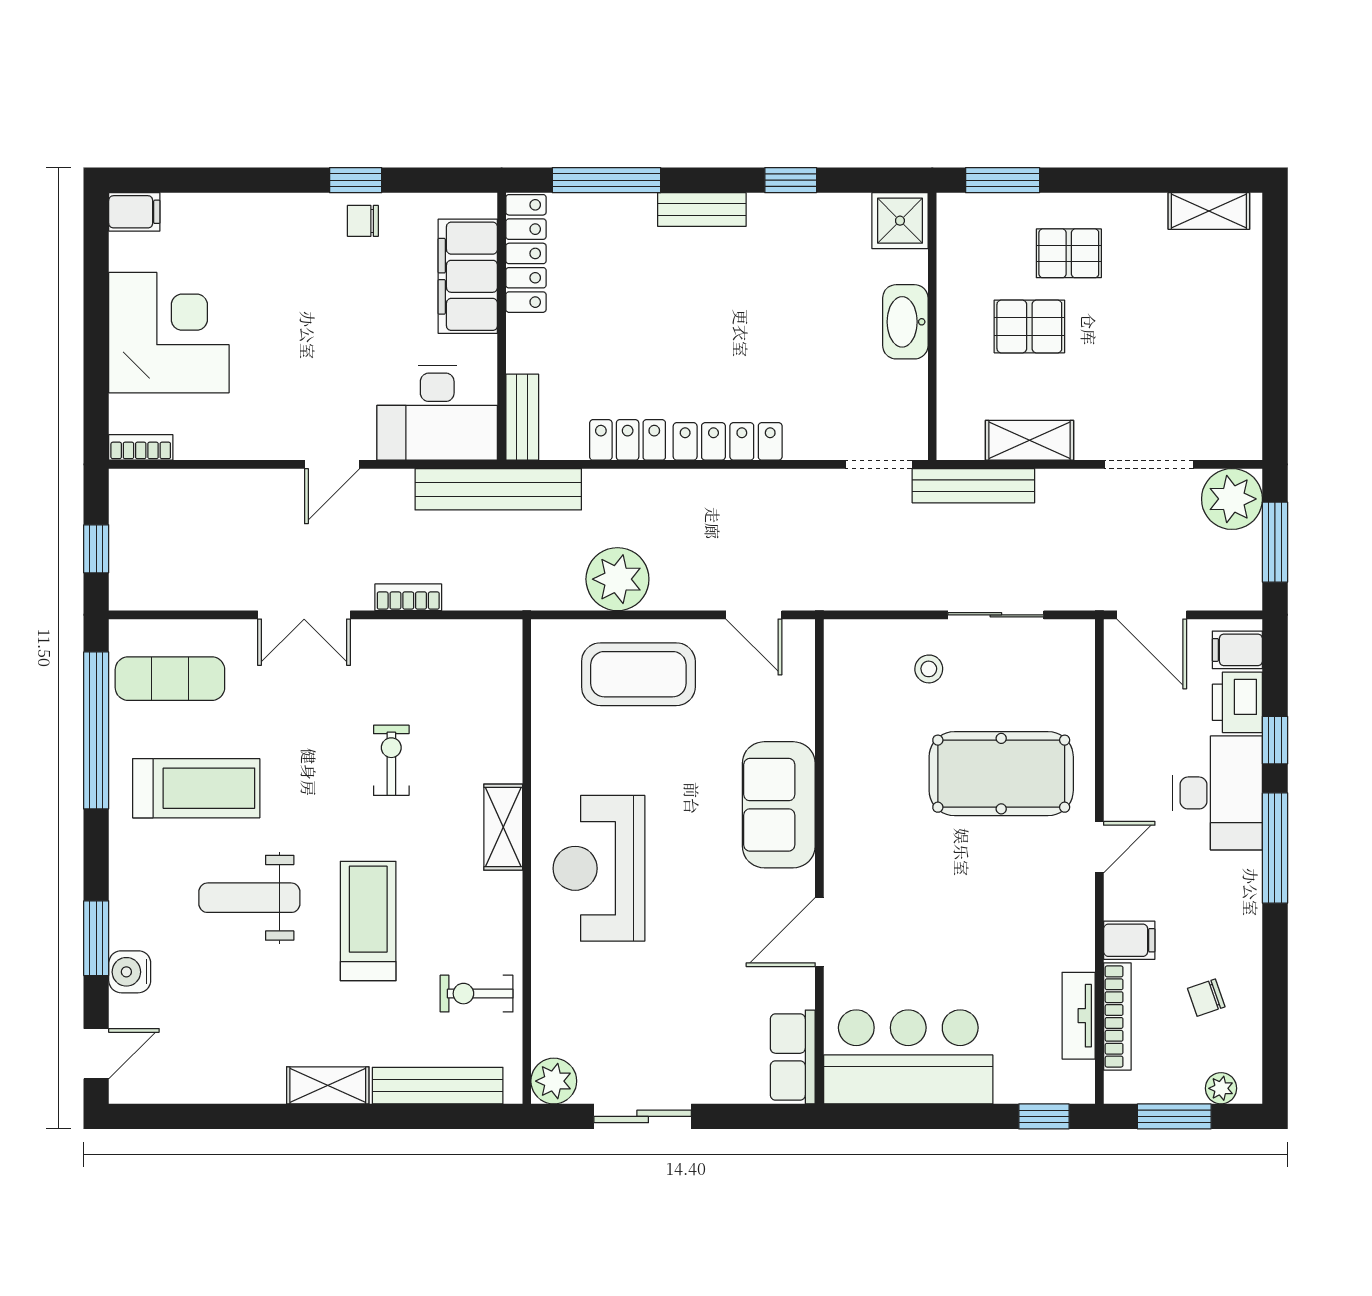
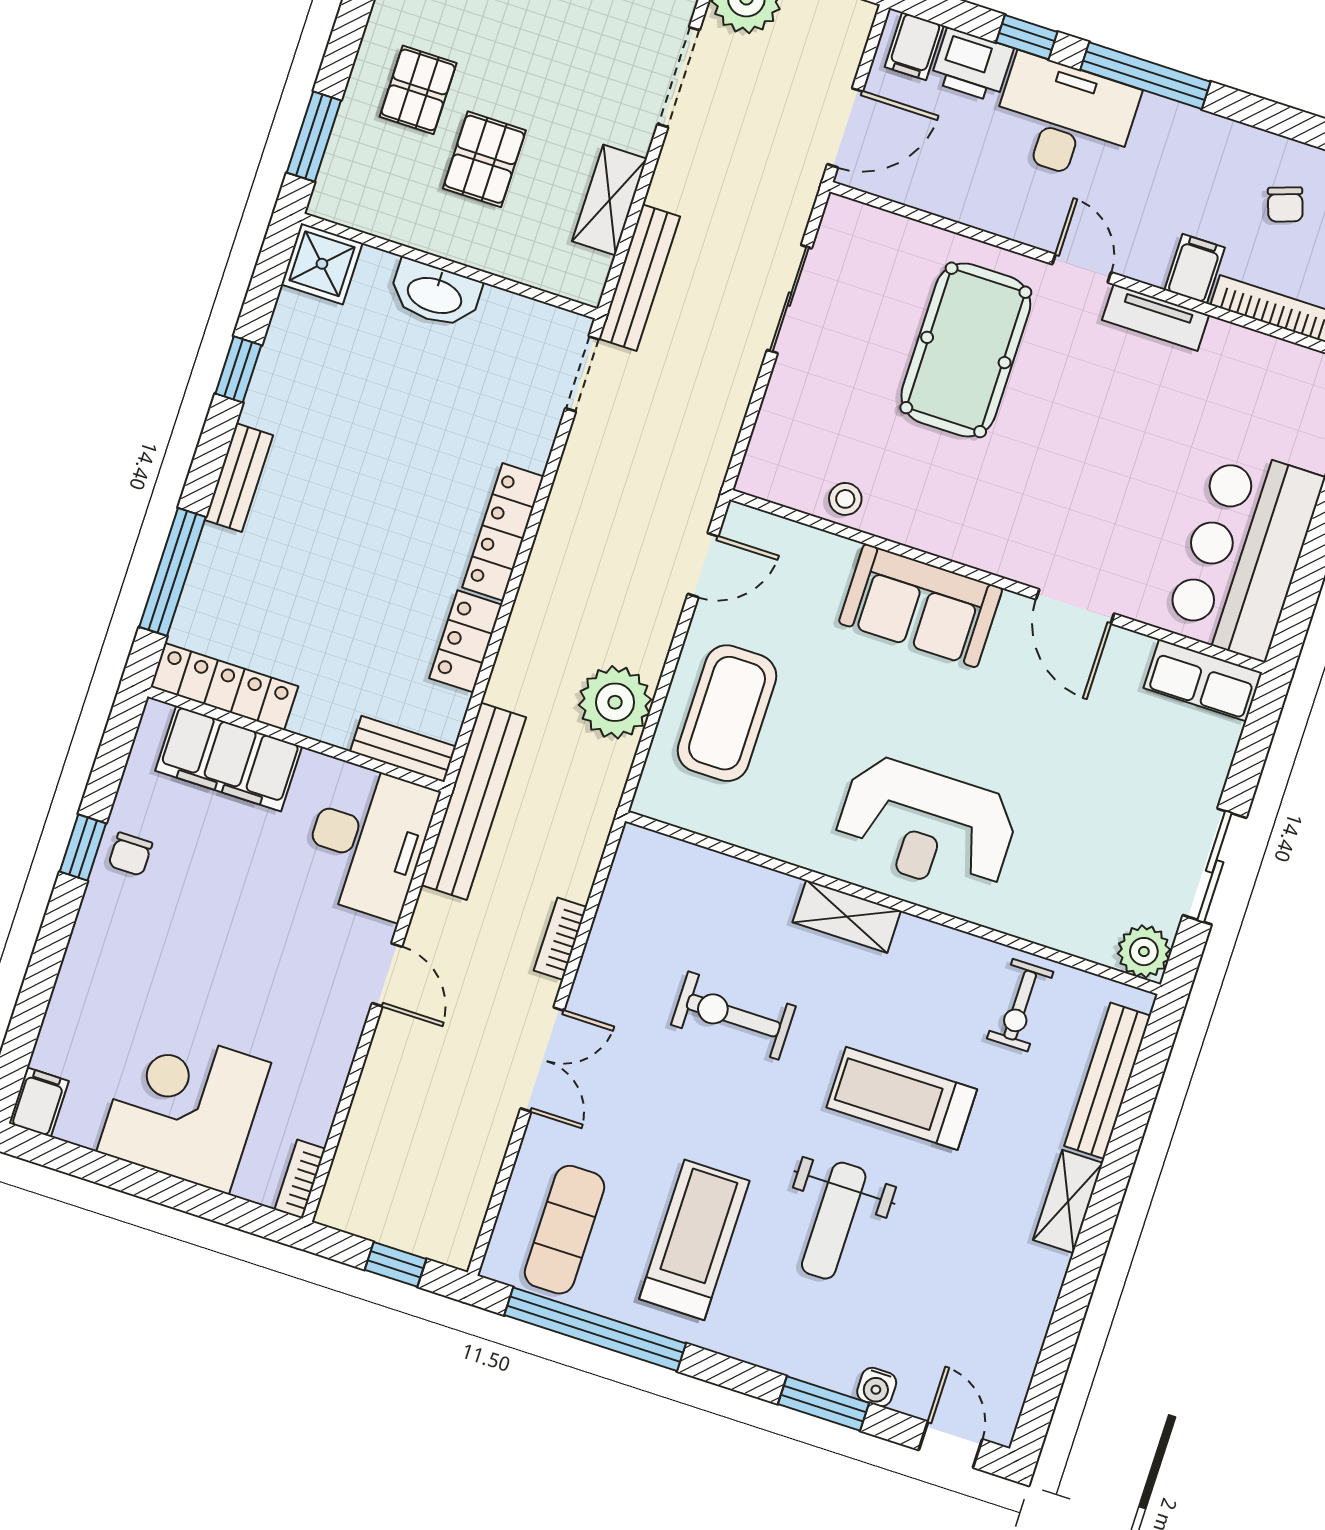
stool: (929, 669) -> (845, 499), moved
exercise bike: (391, 760) -> (733, 1016), width x1.38, depth x1.39
water cooler: (130, 972) -> (877, 1387), width x0.72, depth x0.72
tv unit: (1079, 1016) -> (1156, 317), moved

